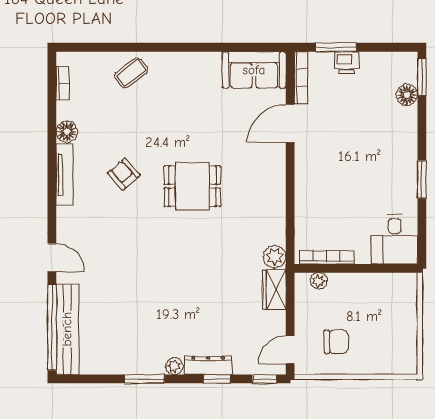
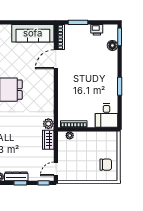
printer: (347, 63) -> (97, 30), moved
sofa: (254, 70) -> (33, 33), width x1.36
chair: (336, 342) -> (106, 165), moved

